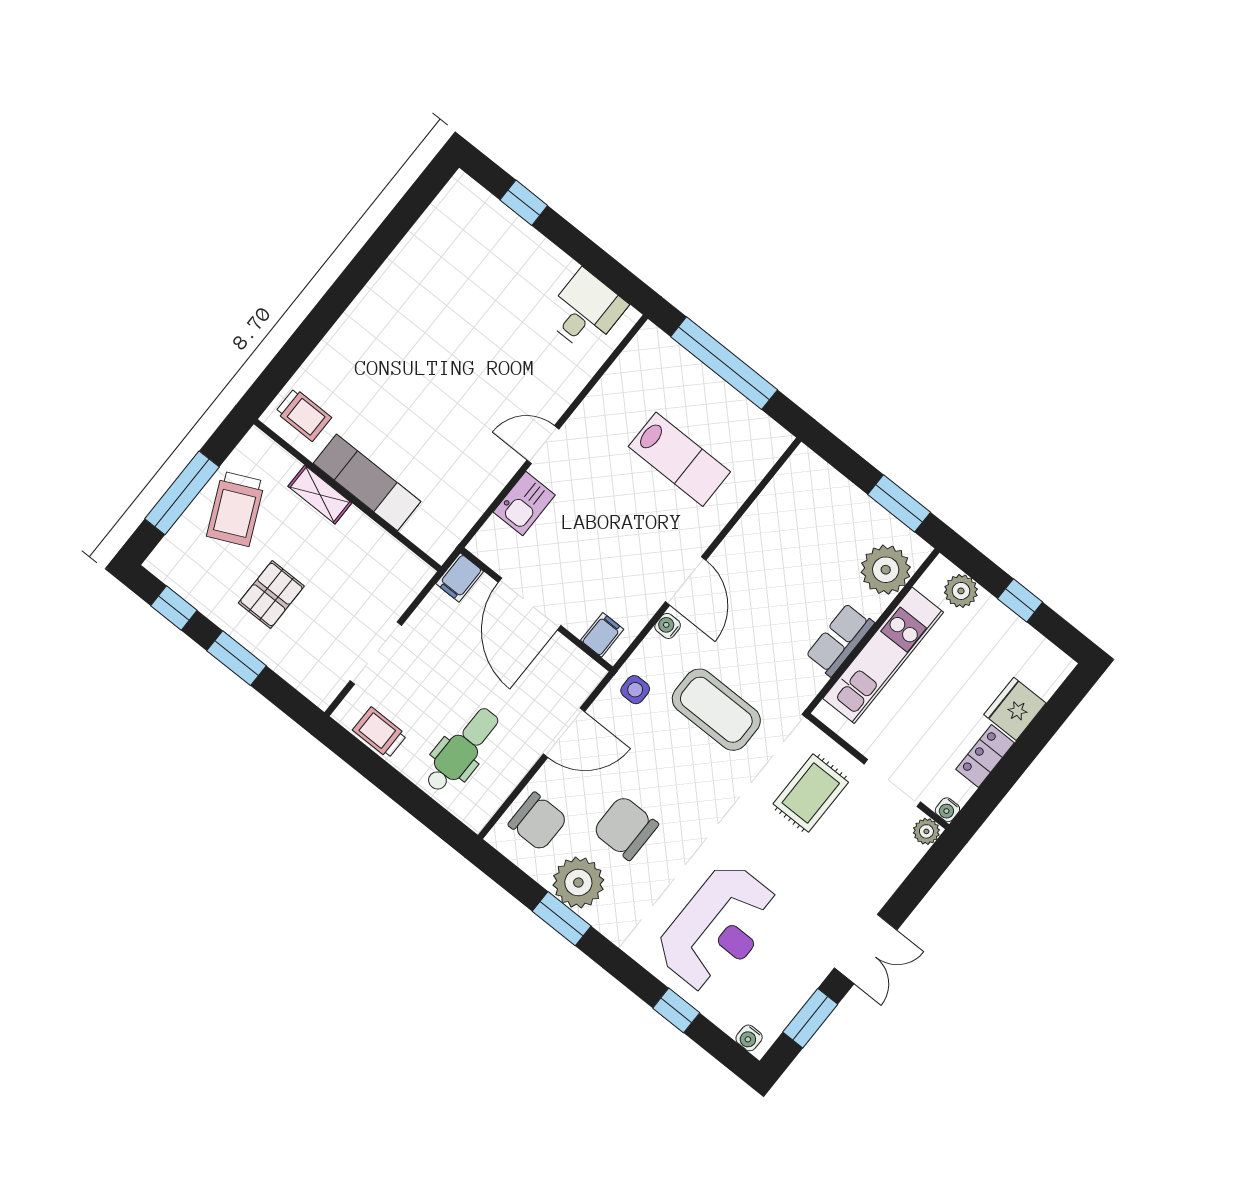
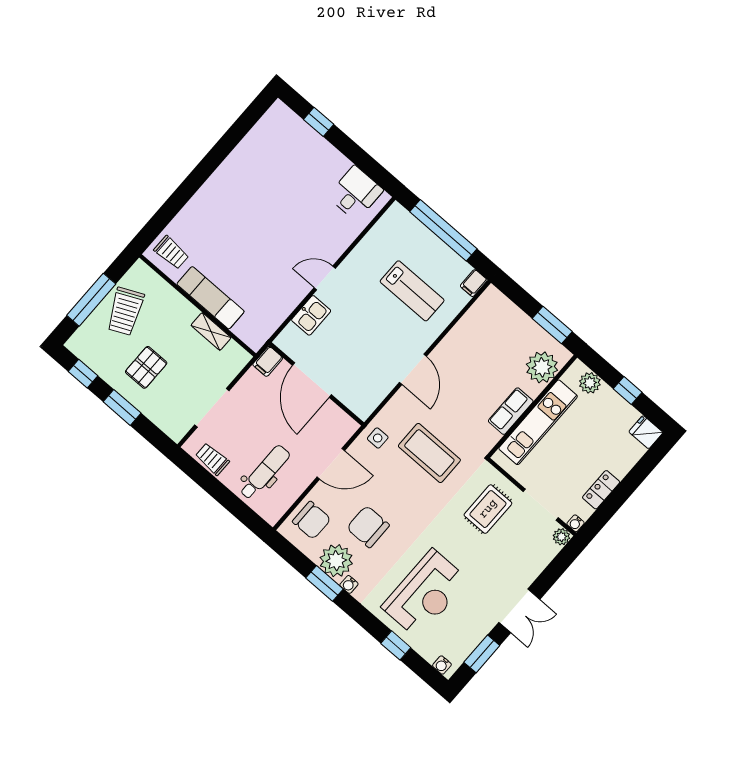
shelving: (320, 495) -> (211, 331), moved
water cooler: (668, 626) -> (349, 584), moved, turned -90
filing cabinet: (602, 635) -> (474, 283), moved, turned 180
fridge: (1015, 709) -> (646, 432), moved, width x0.72

